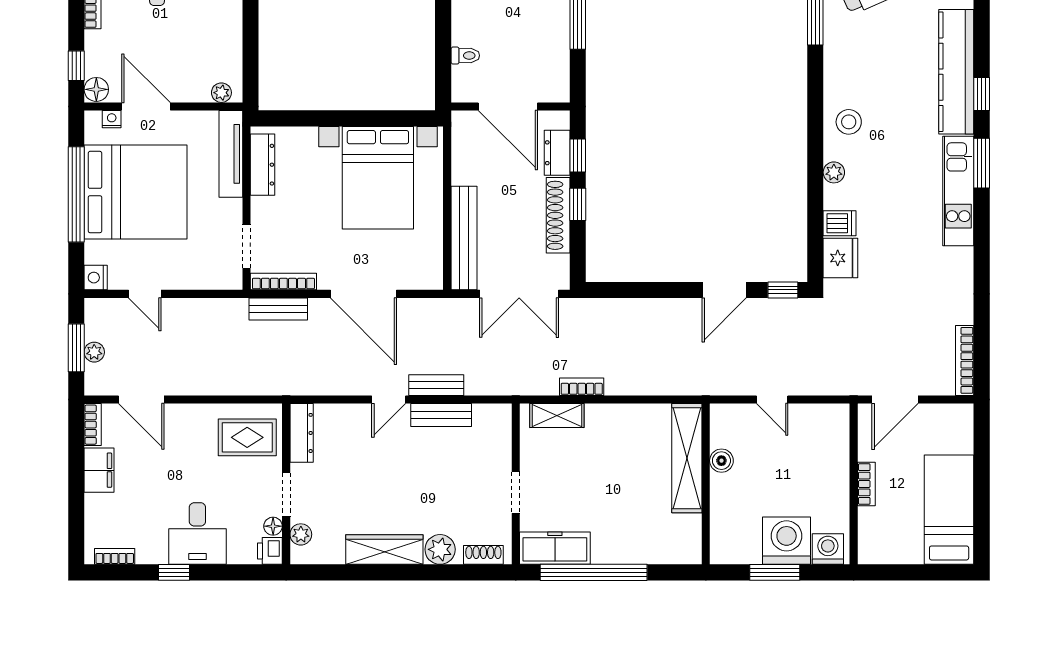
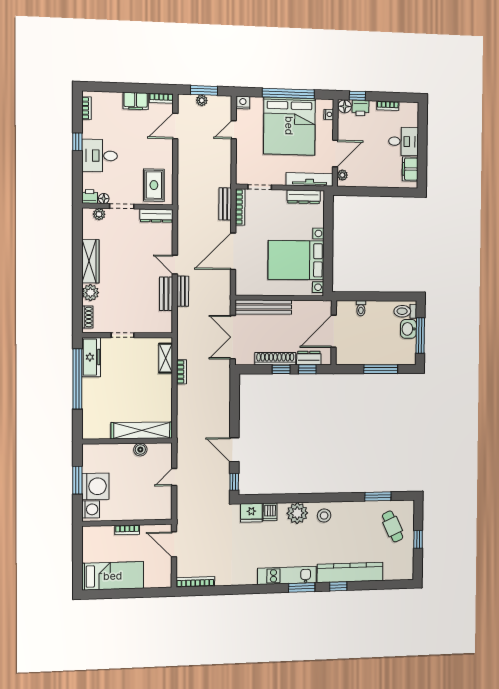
printer: (98, 60) -> (360, 108), added
door: (146, 107) -> (335, 154), moved
plant: (834, 172) -> (297, 513), width x1.88, depth x1.88

